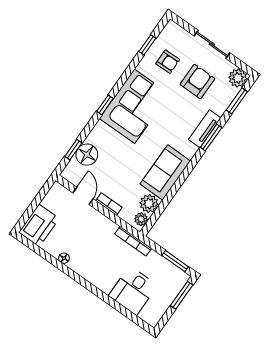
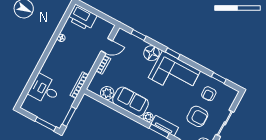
floor lamp: (87, 155) -> (152, 53), moved
plant: (141, 219) -> (148, 117), moved

